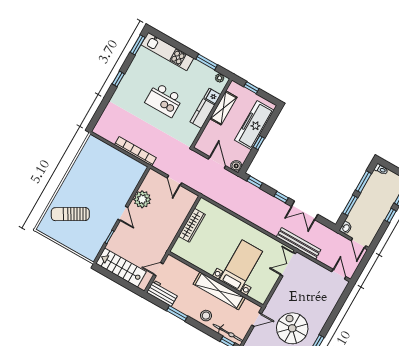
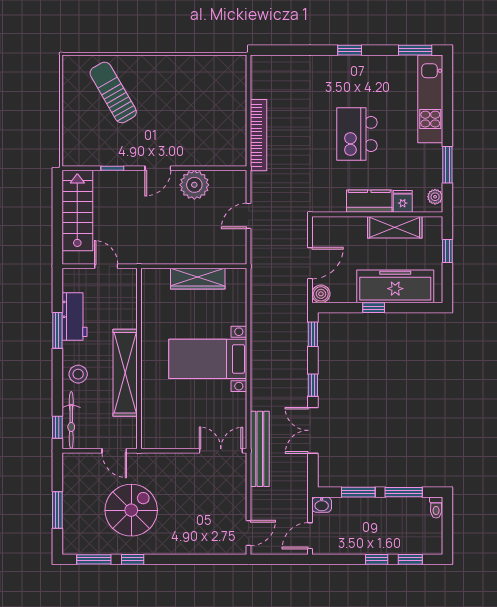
bed with nightstands: (241, 266) -> (208, 359), moved, turned 180
workbench: (162, 293) -> (74, 317), moved

